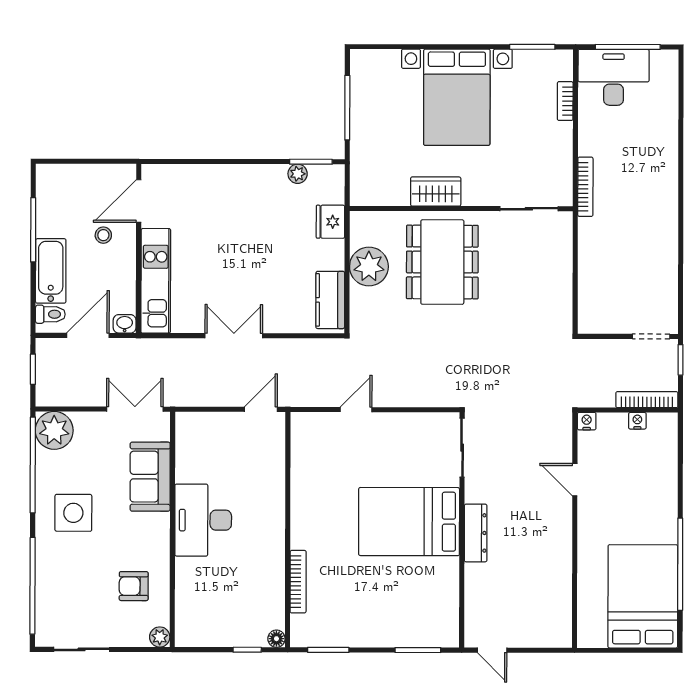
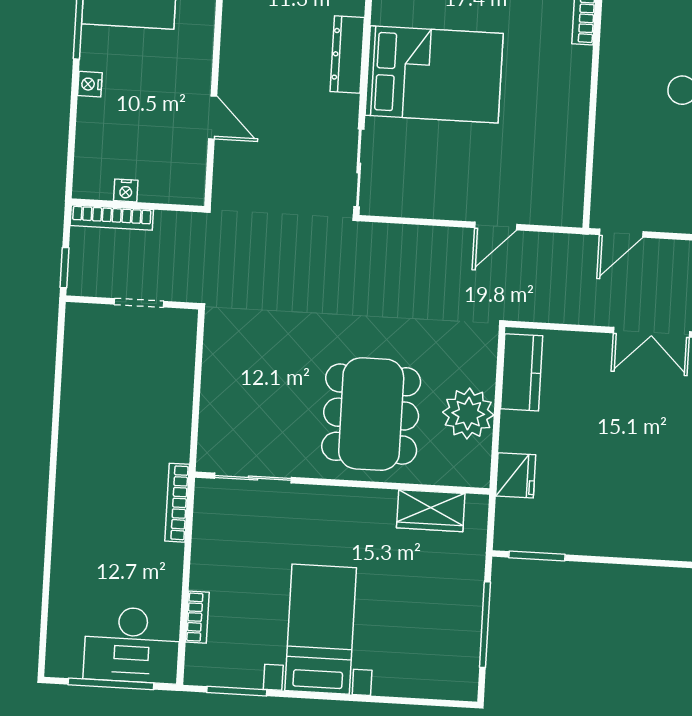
bed with nightstands: (457, 97) -> (321, 629), width x0.73
plant: (298, 174) -> (555, 541), removed
wardrobe: (436, 192) -> (431, 511), moved
doorway: (651, 336) -> (139, 303), moved
nightstand: (587, 421) -> (90, 84), moved, turned 90

